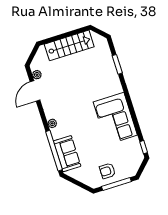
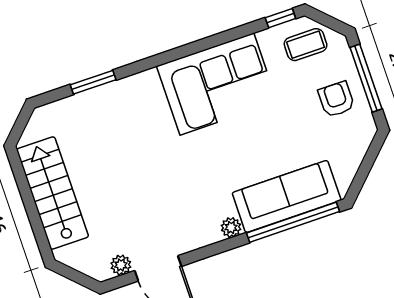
sofa: (67, 154) -> (287, 196), width x1.36
coffee table: (132, 158) -> (306, 45), added
armchair: (107, 171) -> (336, 99), turned 180

